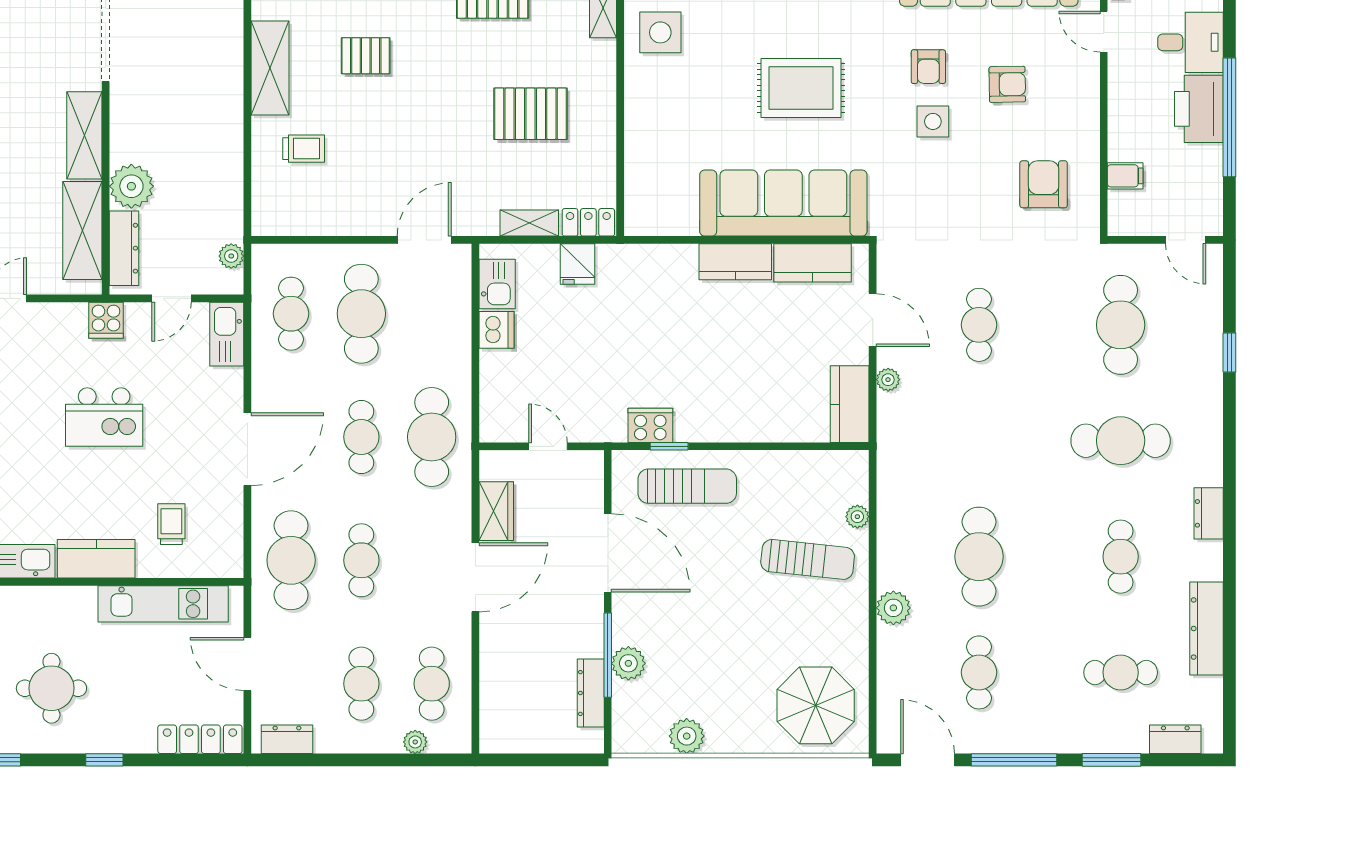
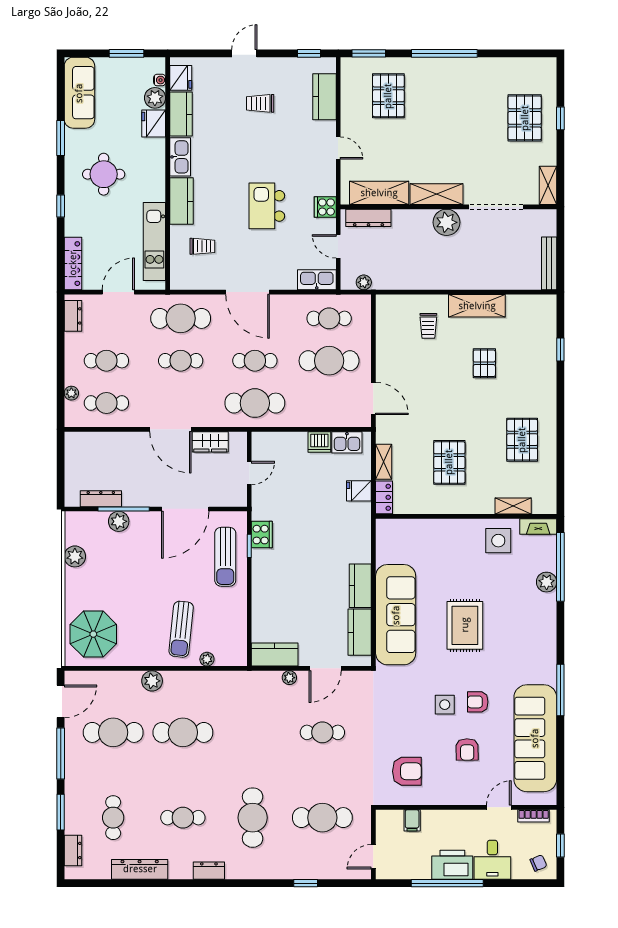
plant: (131, 186) -> (446, 222), moved
cafe table: (979, 672) -> (113, 732), width x1.37, depth x1.35

